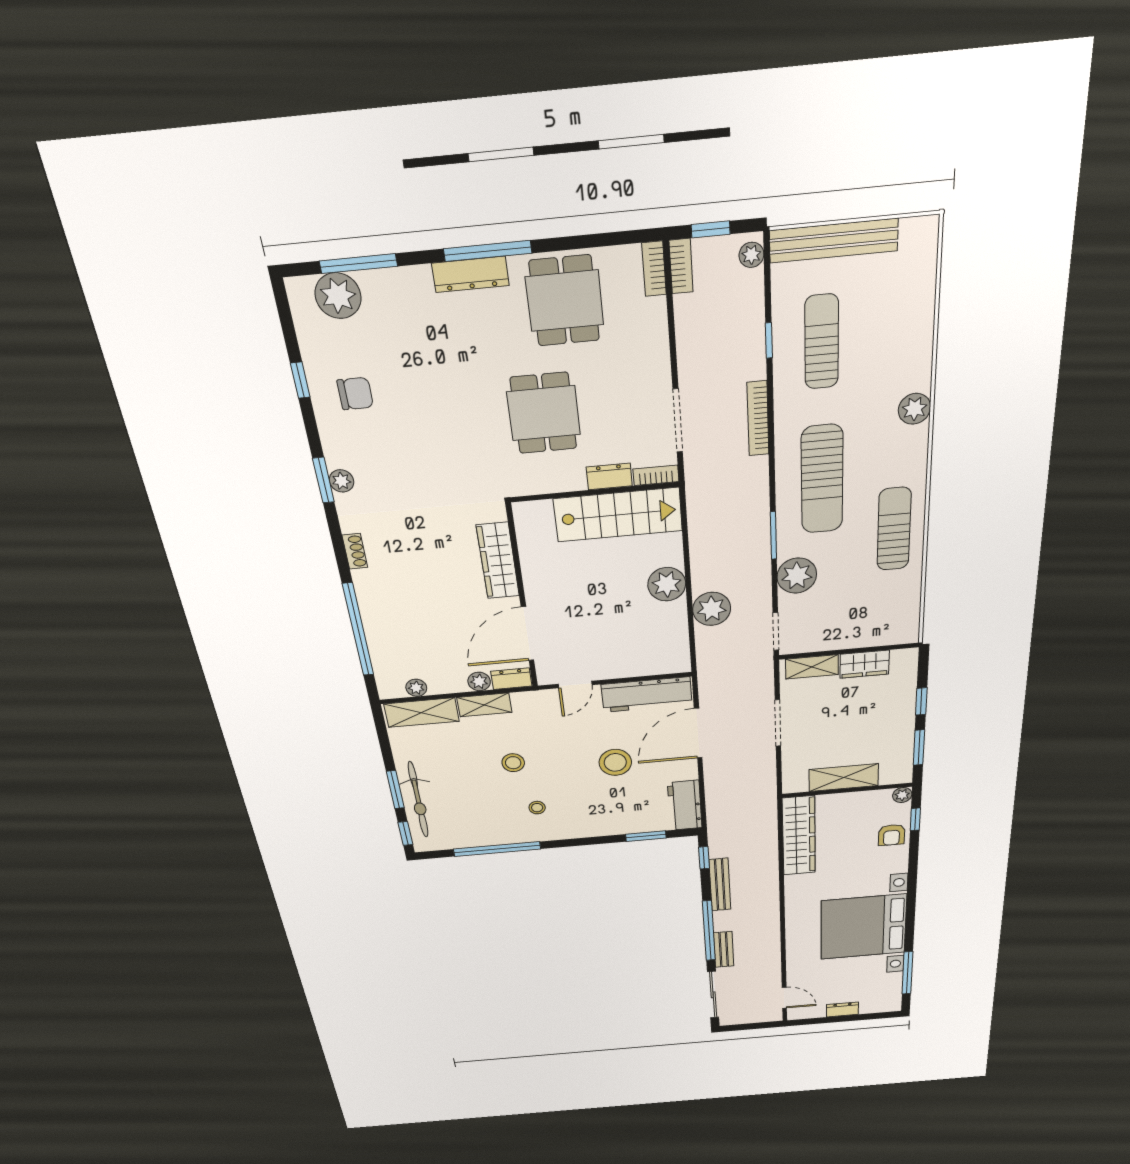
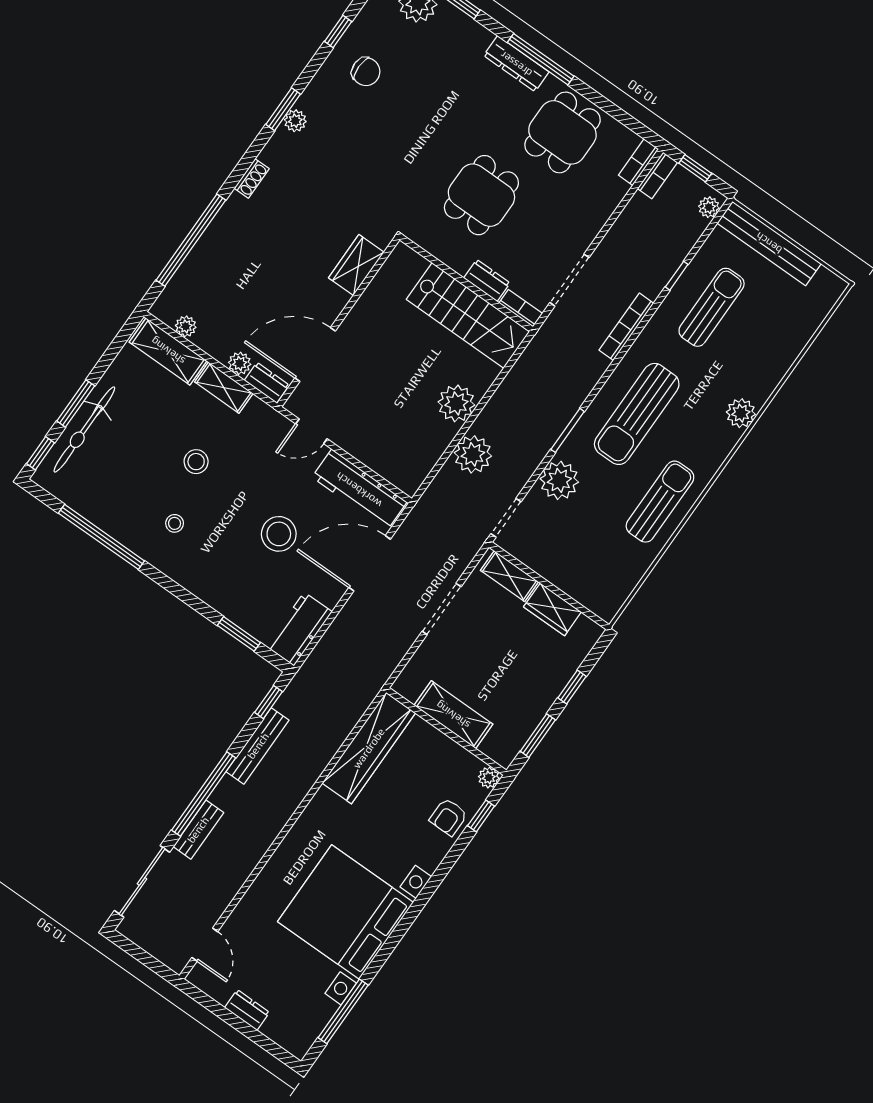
wardrobe: (498, 561) -> (356, 265), width x0.67

